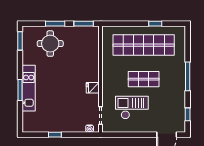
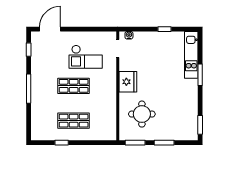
round table: (50, 44) -> (142, 114), moved
shop shelf: (144, 45) -> (74, 121), width x0.50, depth x0.74
kitchen unit: (29, 88) -> (191, 55), moved
fridge: (93, 88) -> (128, 82), width x1.88, depth x1.34

